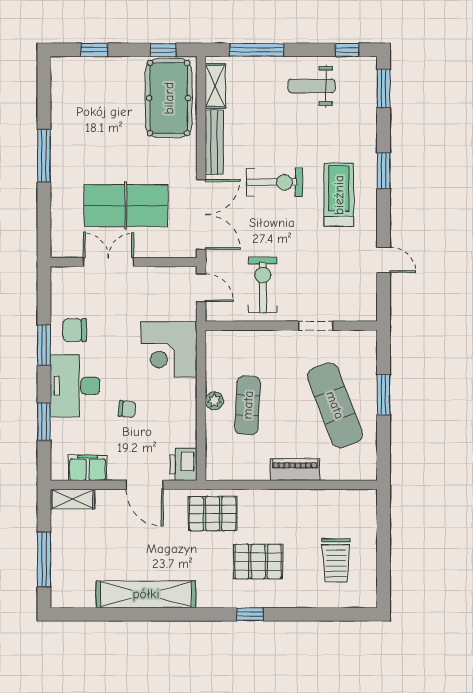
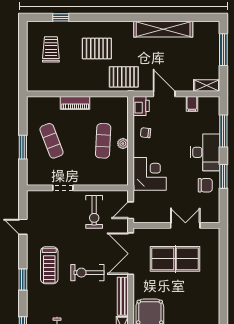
window: (44, 156) -> (223, 288), removed
double door: (108, 262) -> (185, 225), swing flipped
door: (201, 288) -> (131, 210), hinge flipped
exercise mat: (335, 405) -> (52, 141), width x0.73, depth x0.69
chair: (127, 409) -> (146, 133), moved
window: (44, 422) -> (223, 131), width x1.44
filing cabinet: (88, 468) -> (192, 104), width x0.50
window: (250, 614) -> (61, 17), moved

